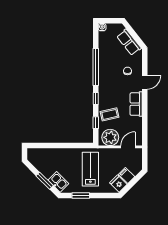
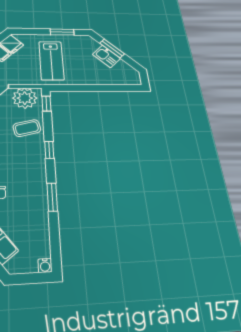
window: (96, 67) -> (52, 197), width x0.47
window: (96, 123) -> (46, 104), moved
kitchen sink: (58, 182) -> (107, 56), moved

